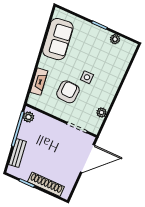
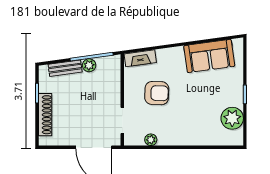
plant: (115, 39) -> (232, 118), width x1.87, depth x1.87
side table: (87, 77) -> (182, 107), removed
fireplace: (39, 82) -> (140, 58), moved
plant: (28, 117) -> (89, 65), moved

